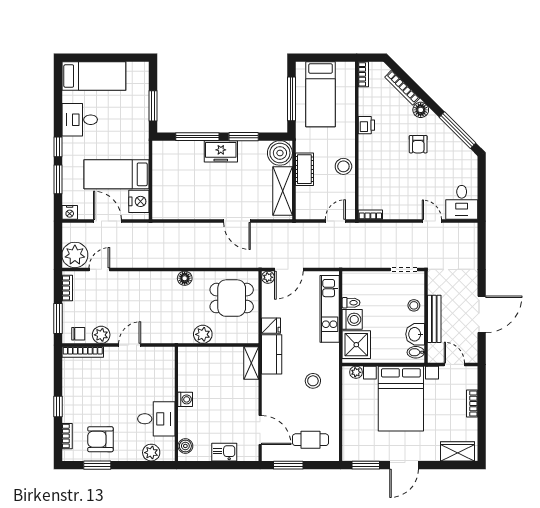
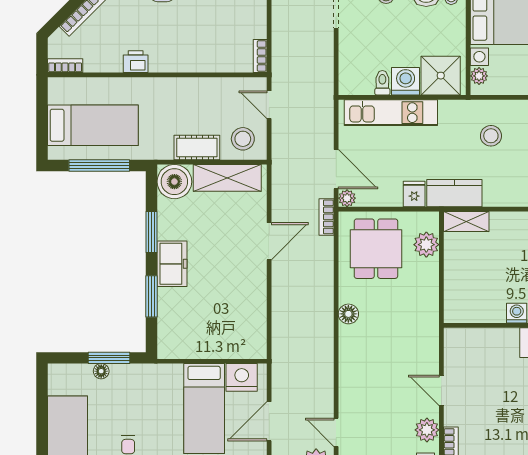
floor lamp: (143, 100) -> (101, 371), added
window: (197, 137) -> (152, 296), width x0.69
stool: (343, 166) -> (243, 139), moved
bookcase: (254, 263) -> (327, 217), added
plant: (203, 334) -> (426, 245), moved

